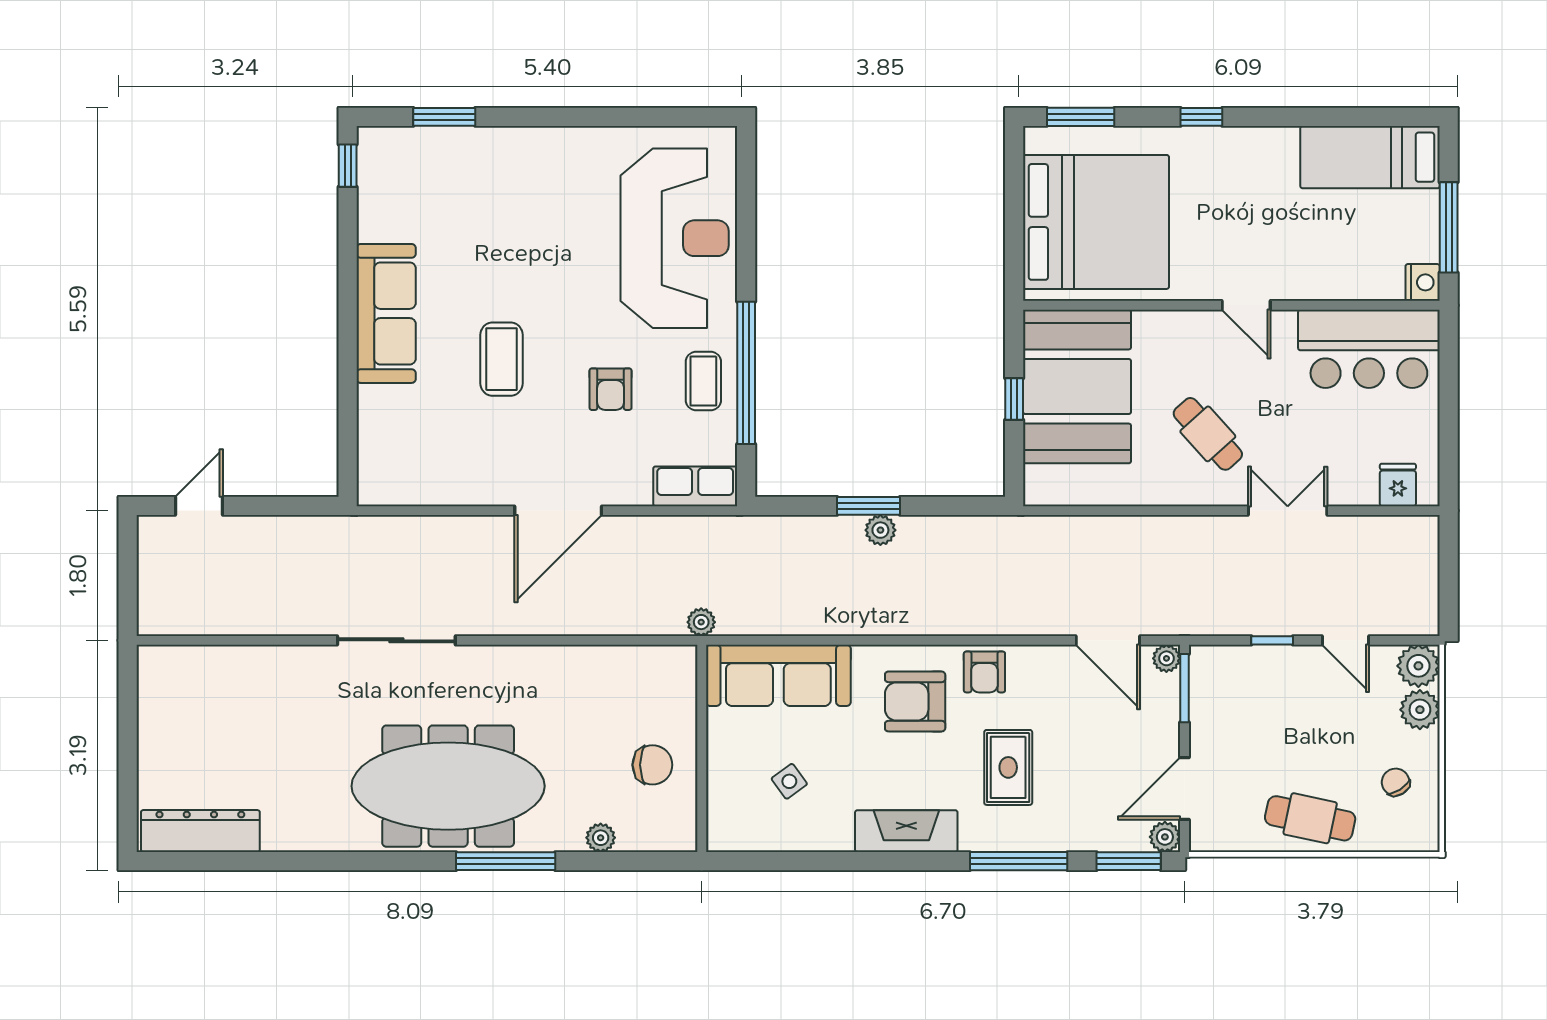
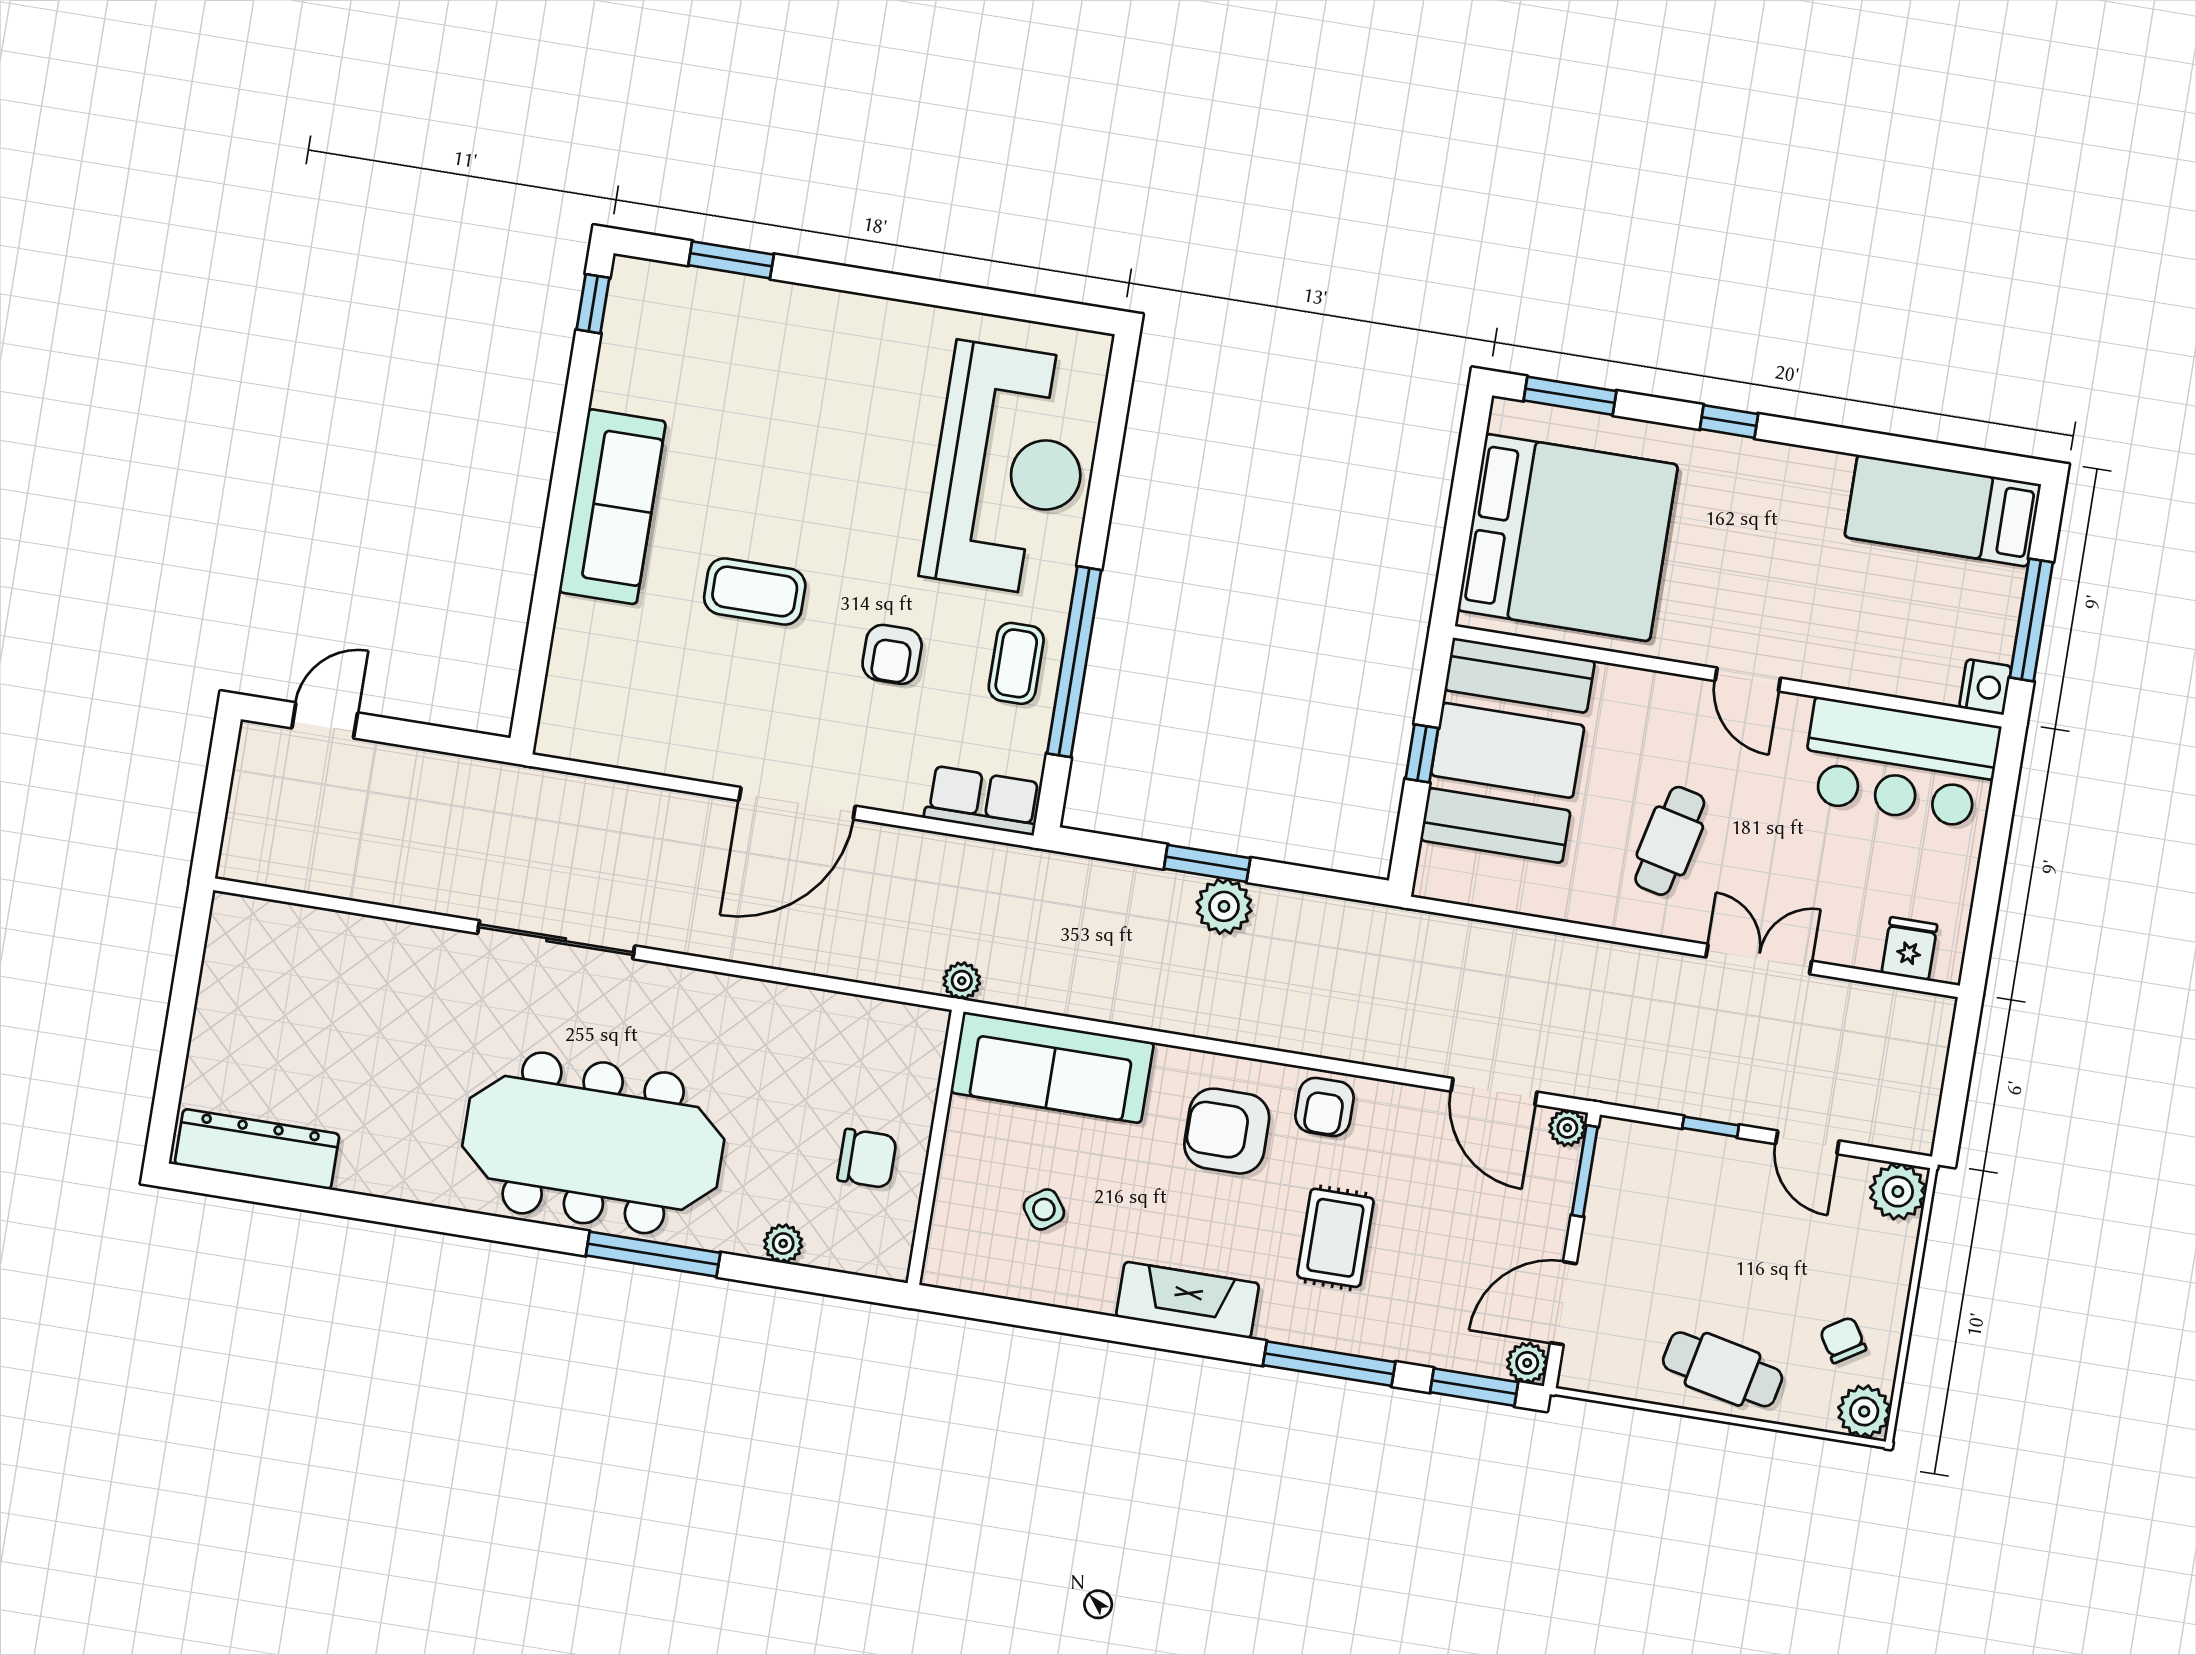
coffee table: (501, 359) -> (755, 591), turned 90
cafe table: (1208, 434) -> (1670, 841), turned 55
plant: (880, 530) -> (1224, 906), width x1.38, depth x1.38
plant: (1420, 710) -> (1864, 1411), moved

